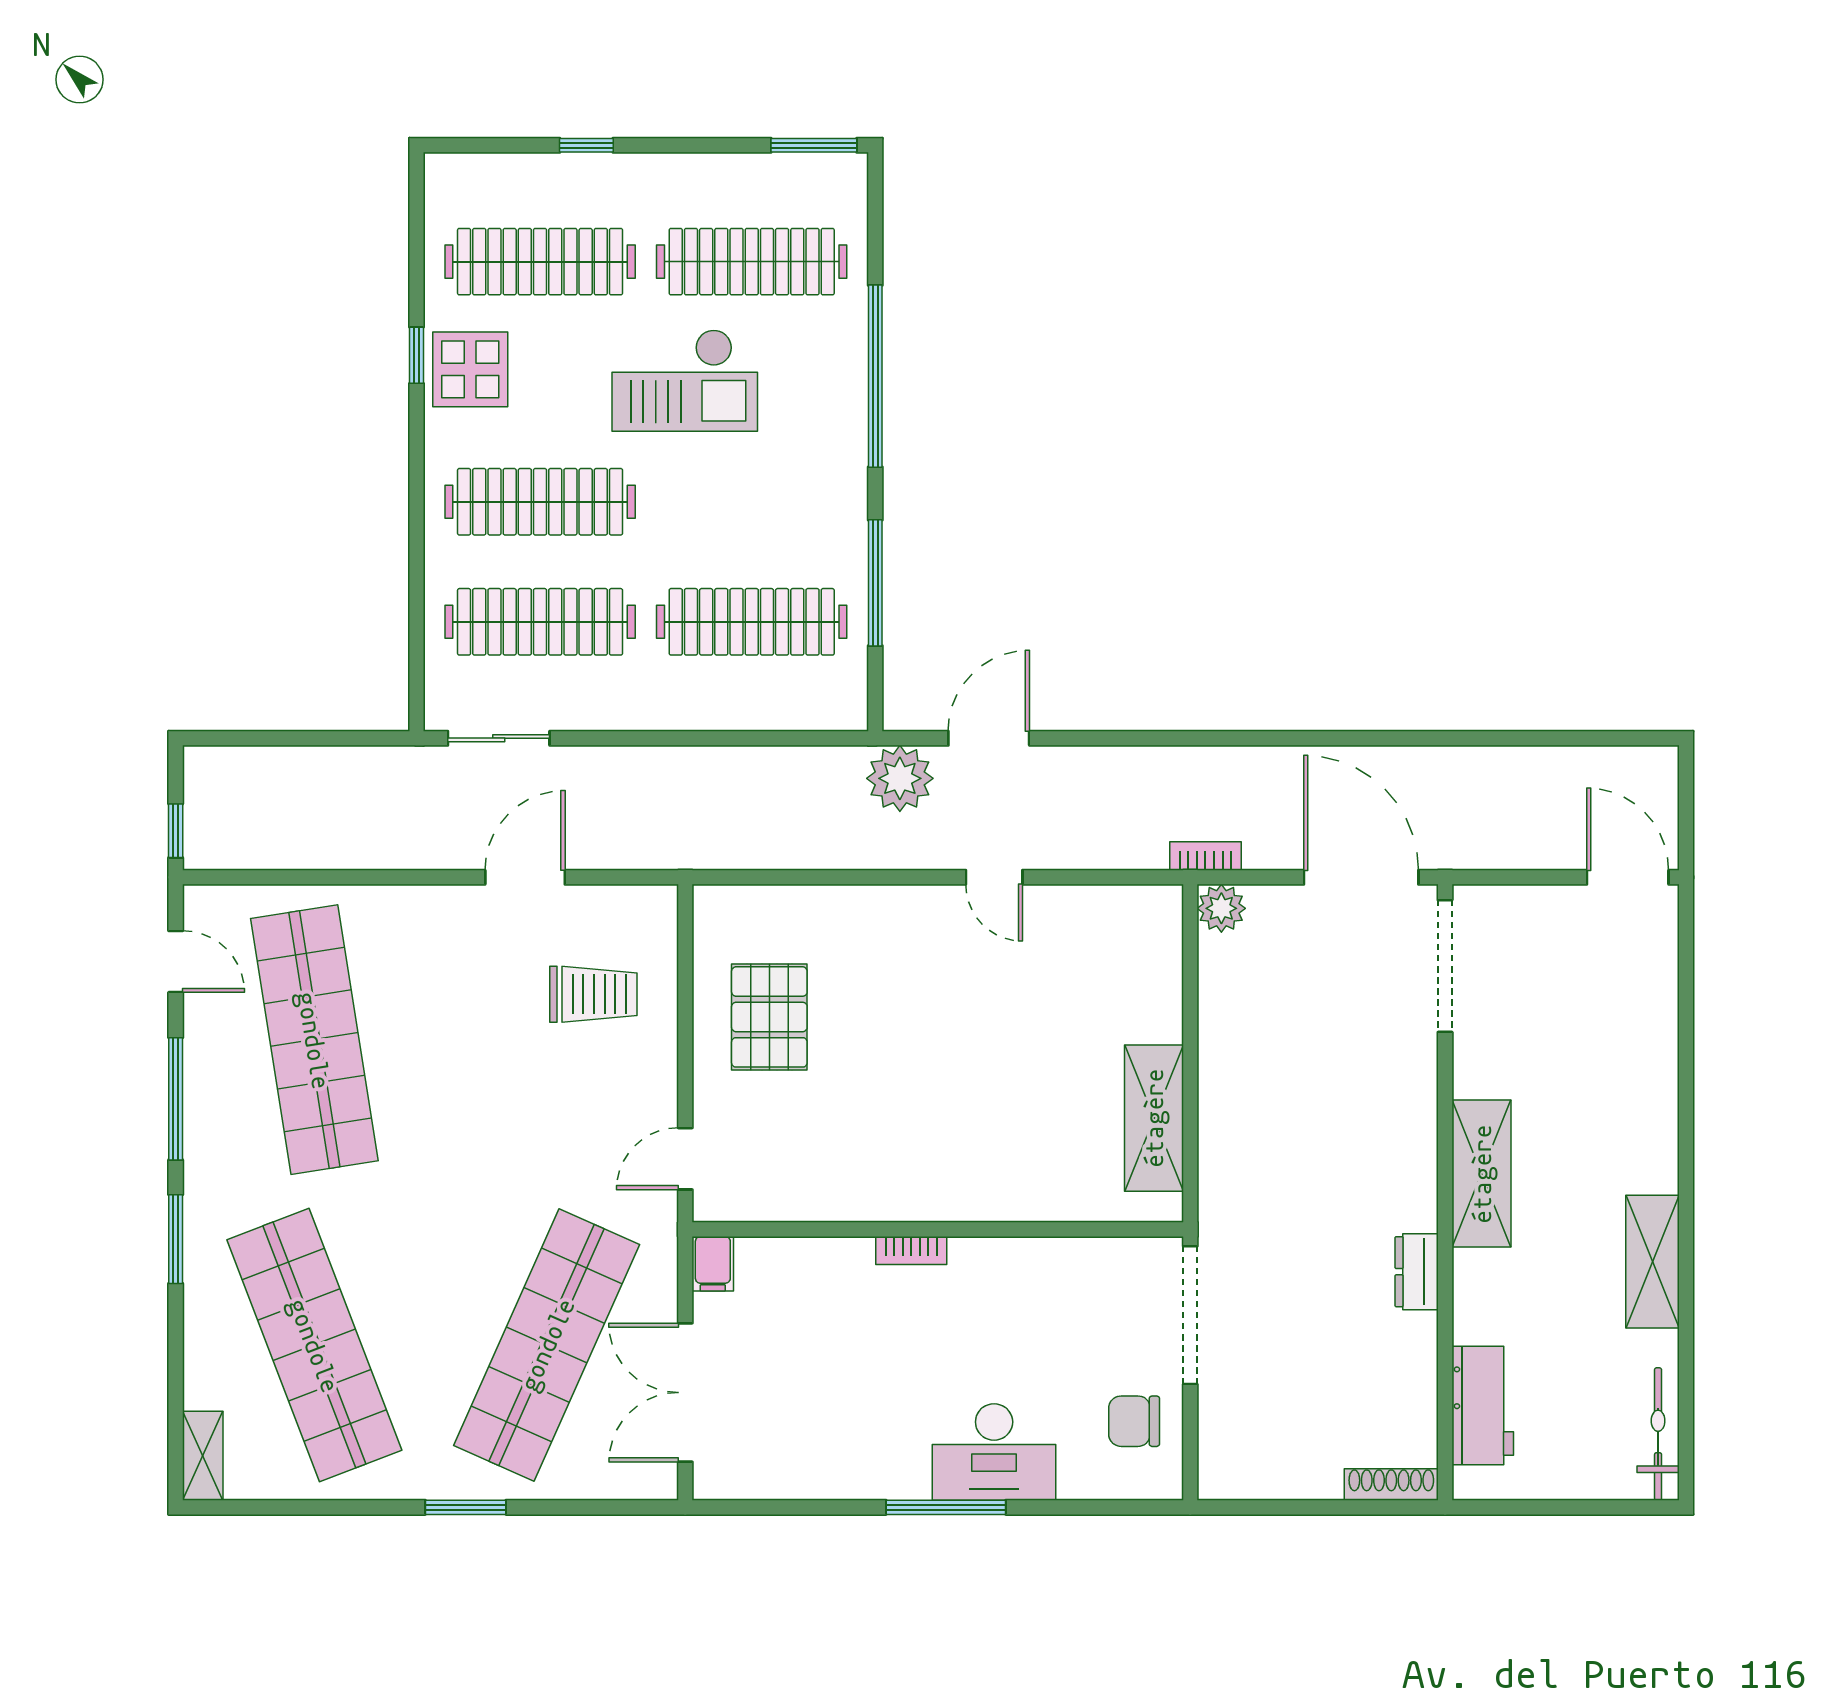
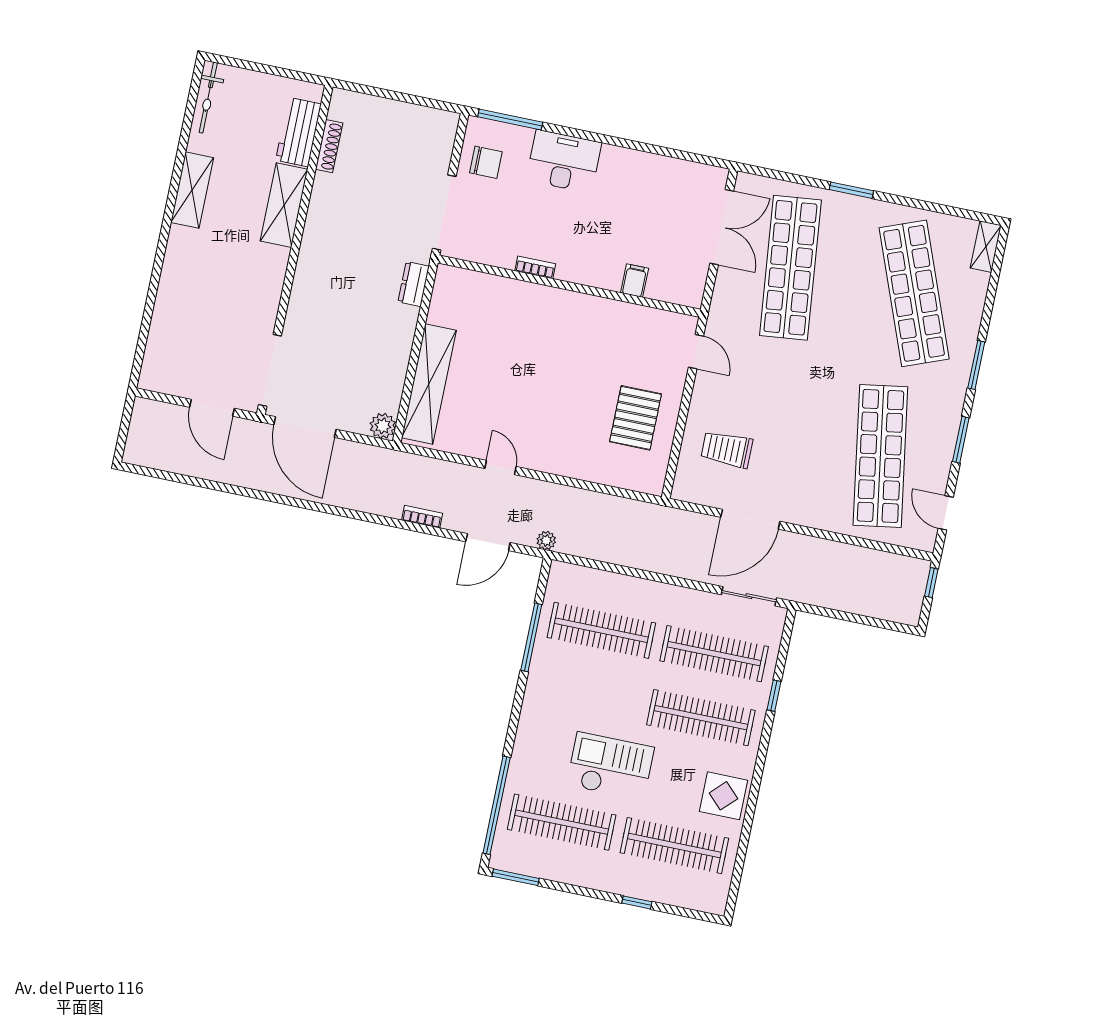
window: (417, 355) -> (774, 696), moved
window: (875, 376) -> (497, 805), moved
plant: (900, 778) -> (546, 541), width x0.53, depth x0.53
bookcase: (1205, 856) -> (422, 517), moved, turned 180
door: (525, 877) -> (750, 519), width x1.36
door: (1628, 877) -> (212, 408), moved
window: (176, 1099) -> (961, 440), width x0.69
shelving: (1154, 1118) -> (429, 384), moved, width x1.47
door: (685, 1159) -> (696, 352), hinge flipped
shelving: (1482, 1174) -> (284, 205), moved
bookcase: (911, 1250) -> (535, 267), moved
filing cabinet: (713, 1264) -> (635, 281), moved
dresser: (1417, 1272) -> (414, 284), moved, turned 180
shop shelf: (547, 1345) -> (790, 268), turned -30
shoe rack: (1391, 1484) -> (329, 146), moved, turned -90
window: (946, 1507) -> (510, 119), moved

